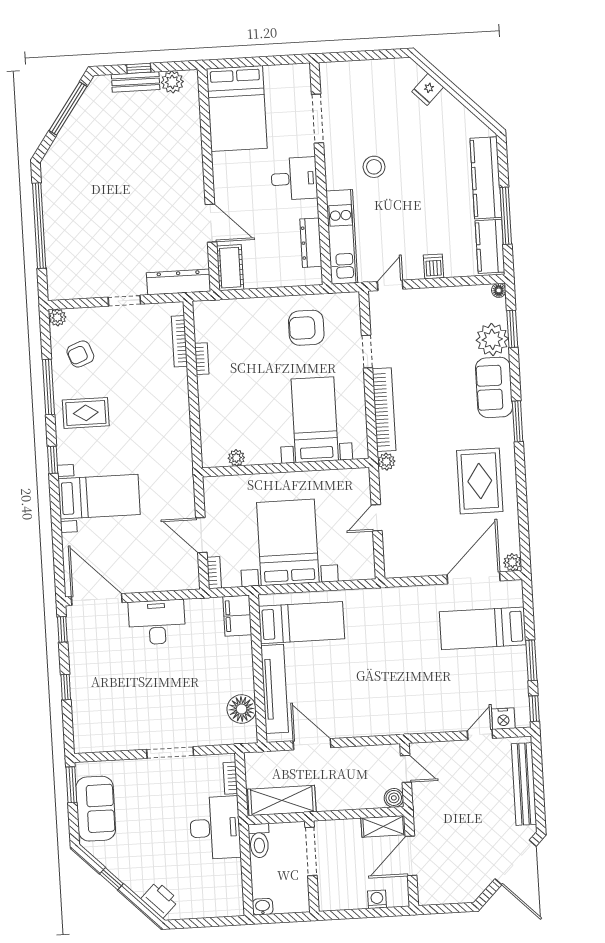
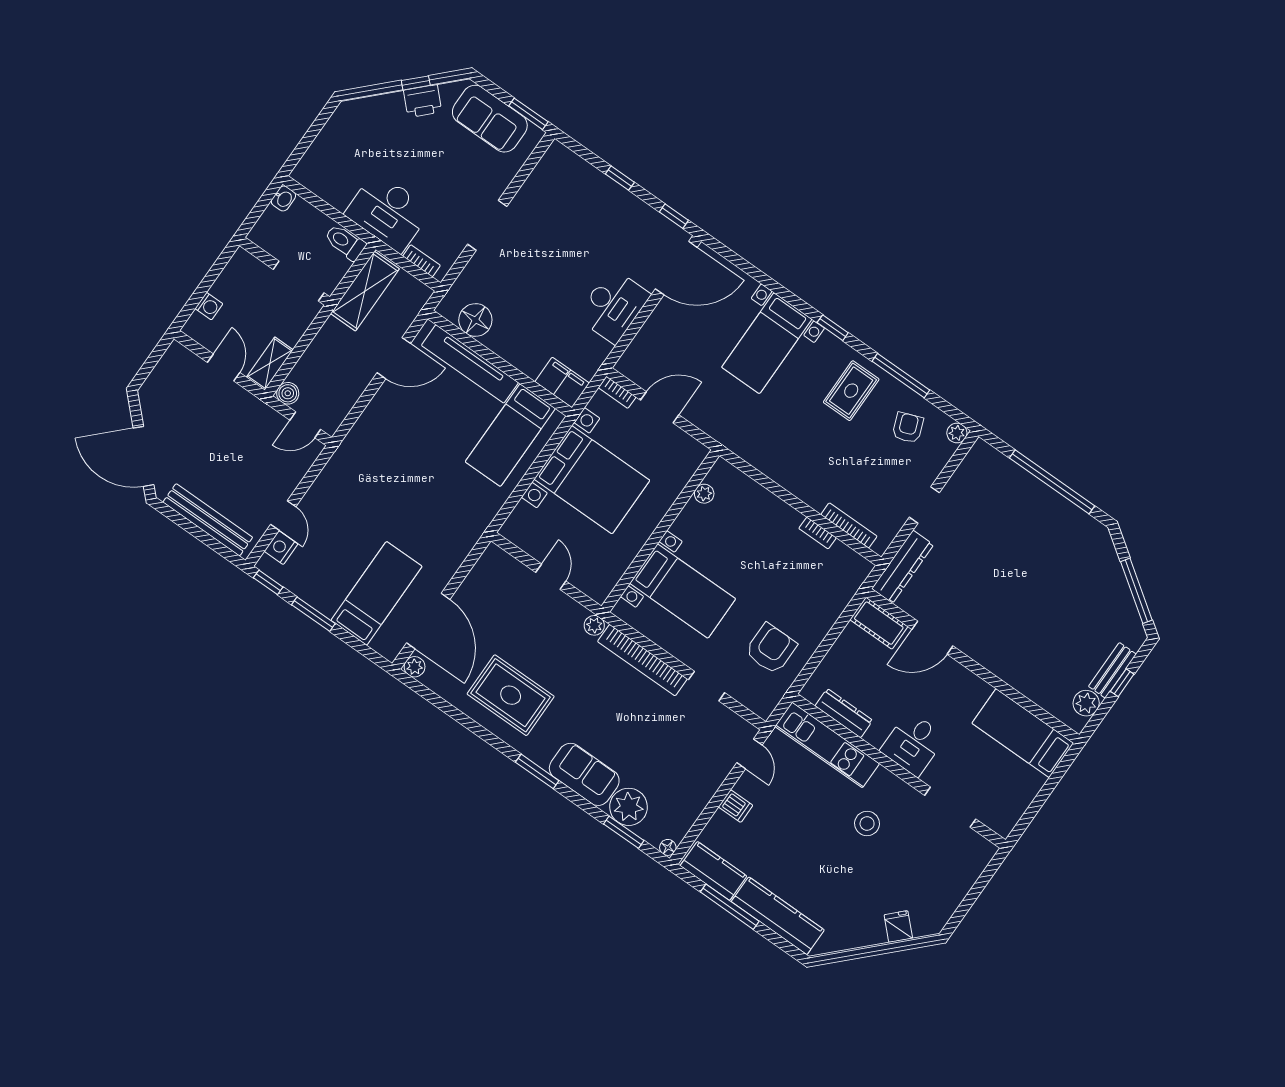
bed: (237, 109) -> (1023, 733), width x0.67
door: (411, 856) -> (224, 367), width x0.73
printer: (160, 900) -> (423, 101), moved

